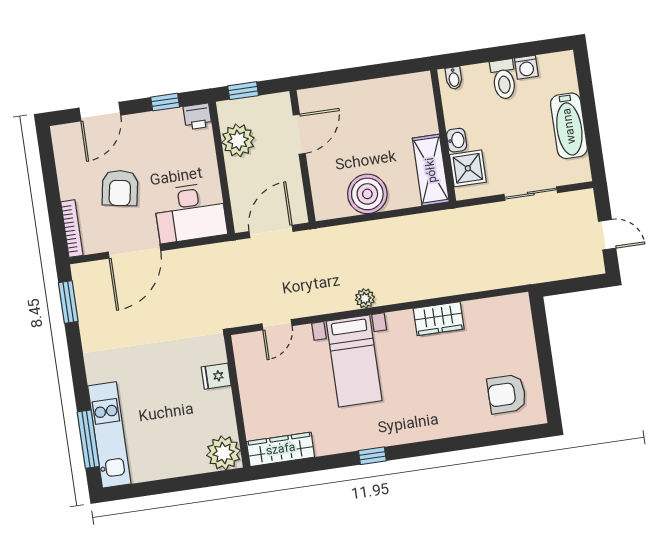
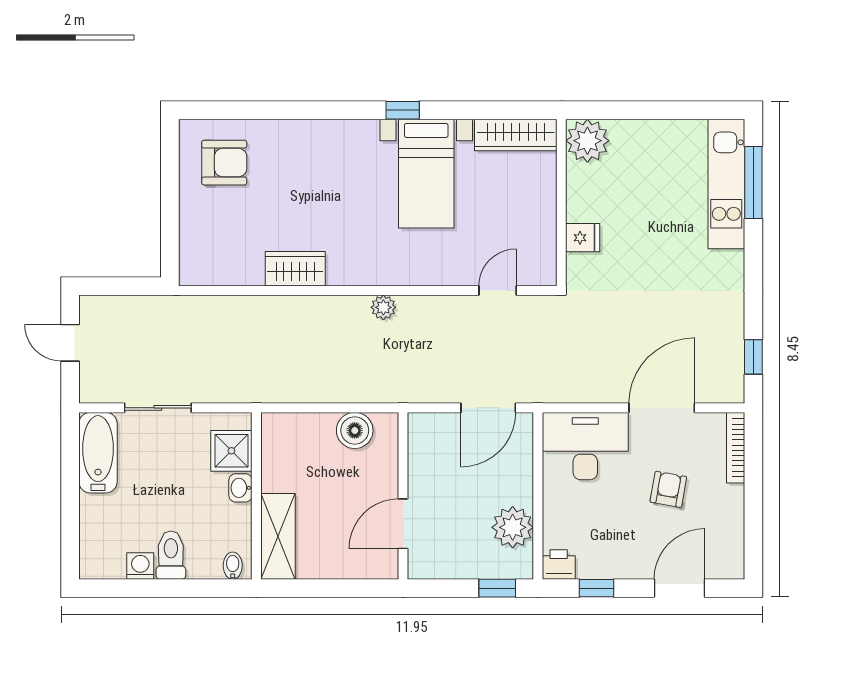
bathtub: (569, 126) -> (98, 453), moved
door: (299, 134) -> (403, 524), moved
wall: (303, 156) -> (403, 496), moved
shelving: (431, 170) -> (278, 536), moved
armchair: (120, 188) -> (668, 489), width x0.72, depth x0.72
boiler: (367, 194) -> (355, 430), width x0.73, depth x0.73
window: (68, 302) -> (753, 357), width x0.67
bed with nightstands: (354, 361) -> (426, 174), moved, turned 180

